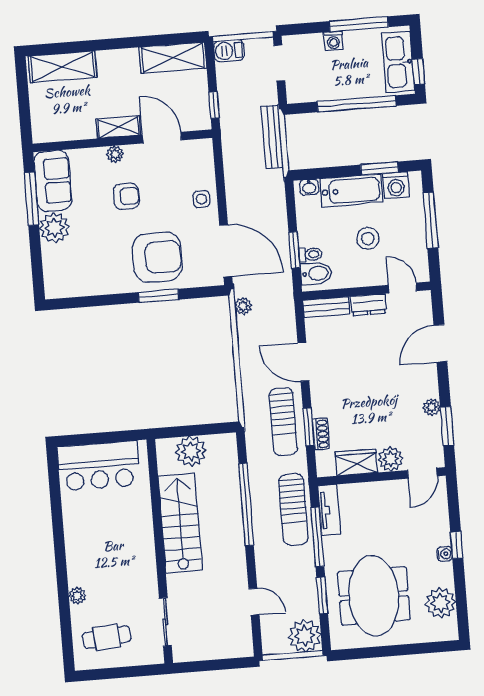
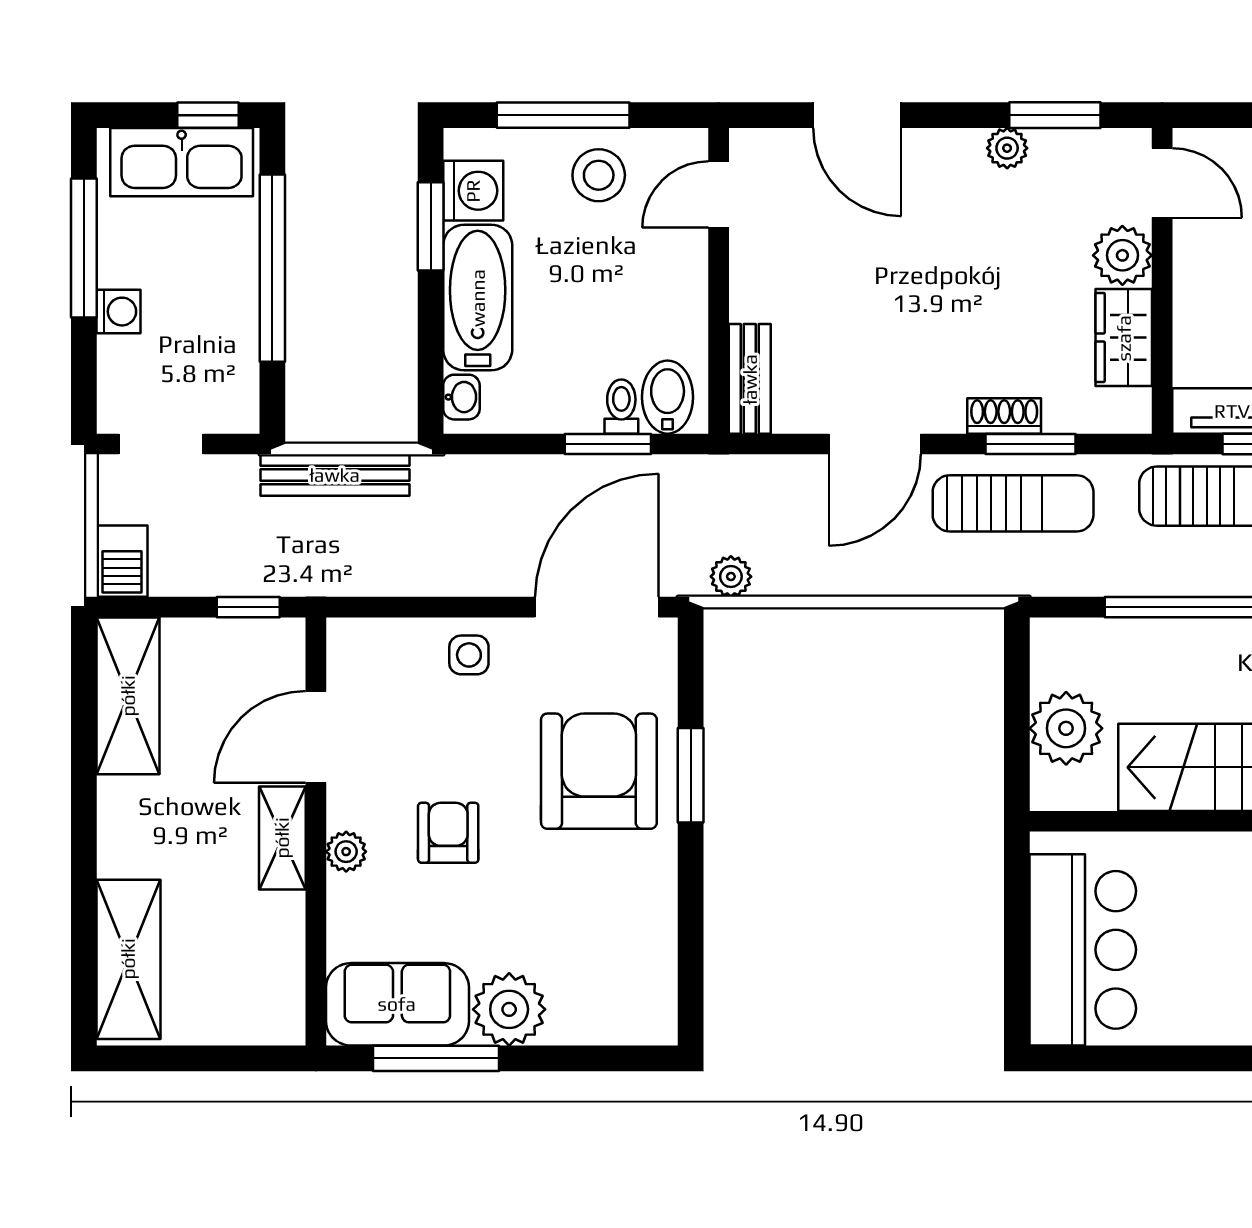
stool: (368, 238) -> (599, 175), moved
dresser: (368, 305) -> (752, 279), removed
shoe rack: (321, 434) -> (1004, 416), moved

